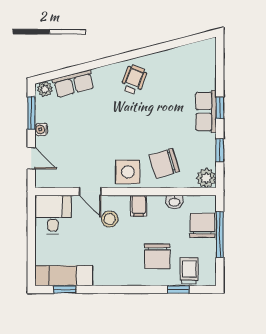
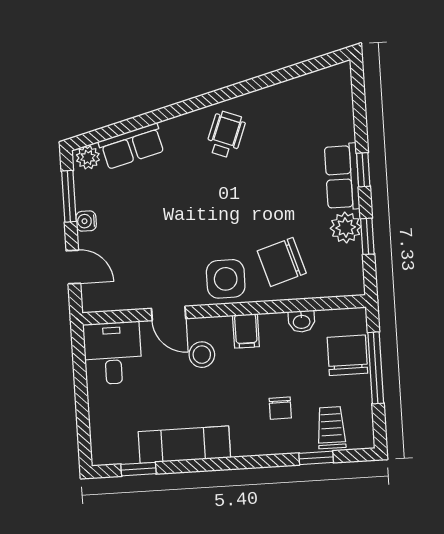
plant: (206, 178) -> (346, 227), moved
chair: (157, 256) -> (280, 408), width x0.54, depth x0.54
exam couch: (64, 276) -> (184, 445), moved

